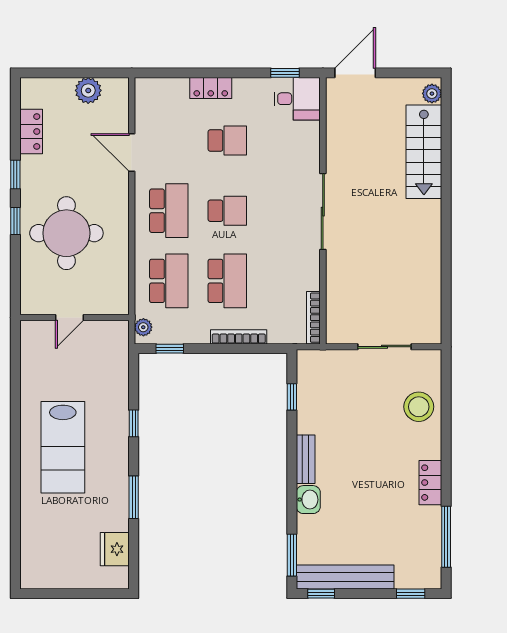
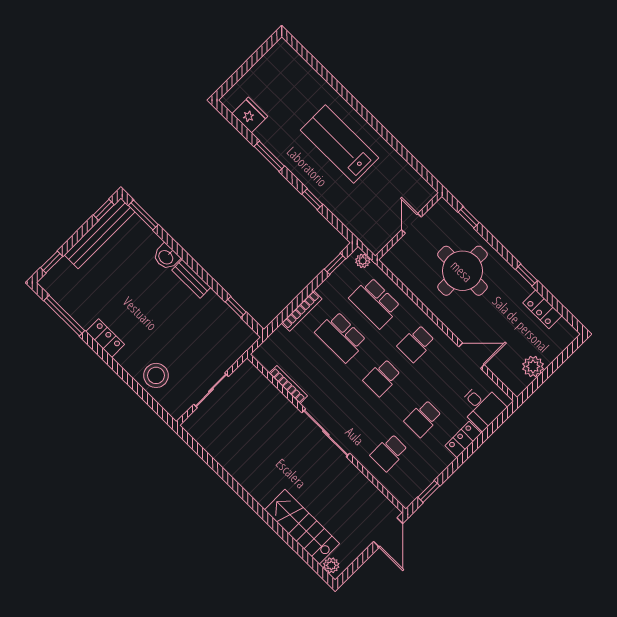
desk: (297, 99) -> (482, 406), moved, turned -90
school desk: (286, 141) -> (389, 453), added
school desk: (169, 211) -> (416, 344), width x0.54
window: (15, 221) -> (469, 217), moved
bookcase: (313, 318) -> (288, 385), moved

